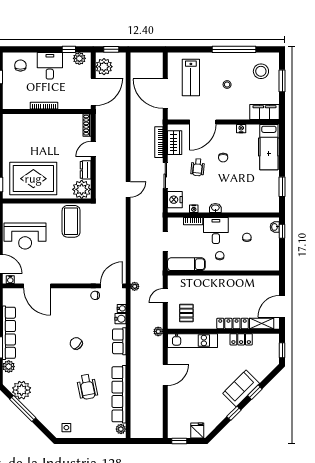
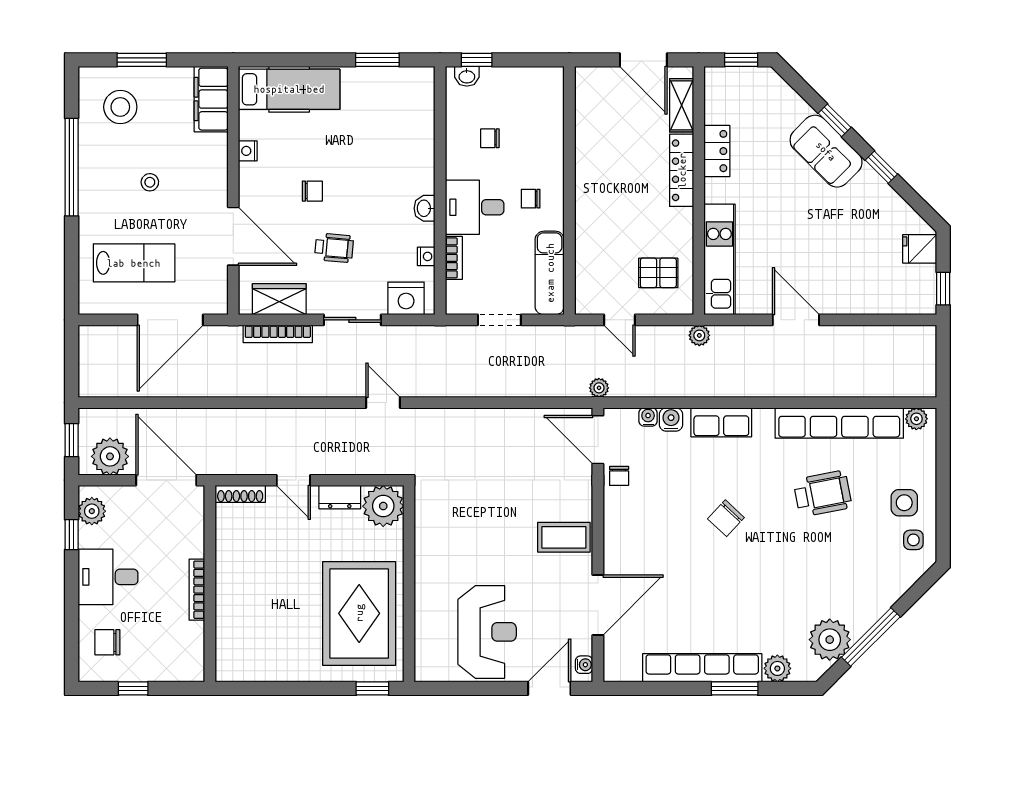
coffee table: (71, 221) -> (564, 537), moved, width x0.73, depth x0.76
side table: (83, 424) -> (904, 503), added

